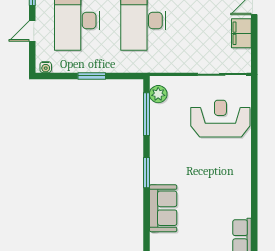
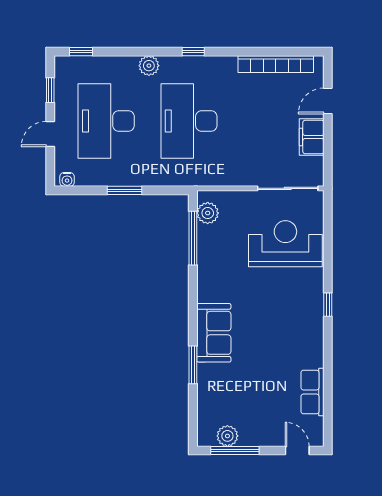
window: (254, 167) -> (328, 305), added
window: (146, 173) -> (193, 365), moved
sofa: (163, 208) -> (214, 333), moved

